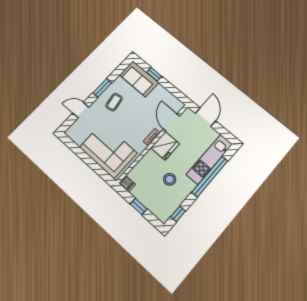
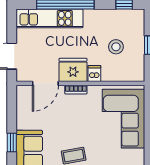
stool: (170, 179) -> (116, 47), moved
dishwasher: (127, 184) -> (94, 74), moved

